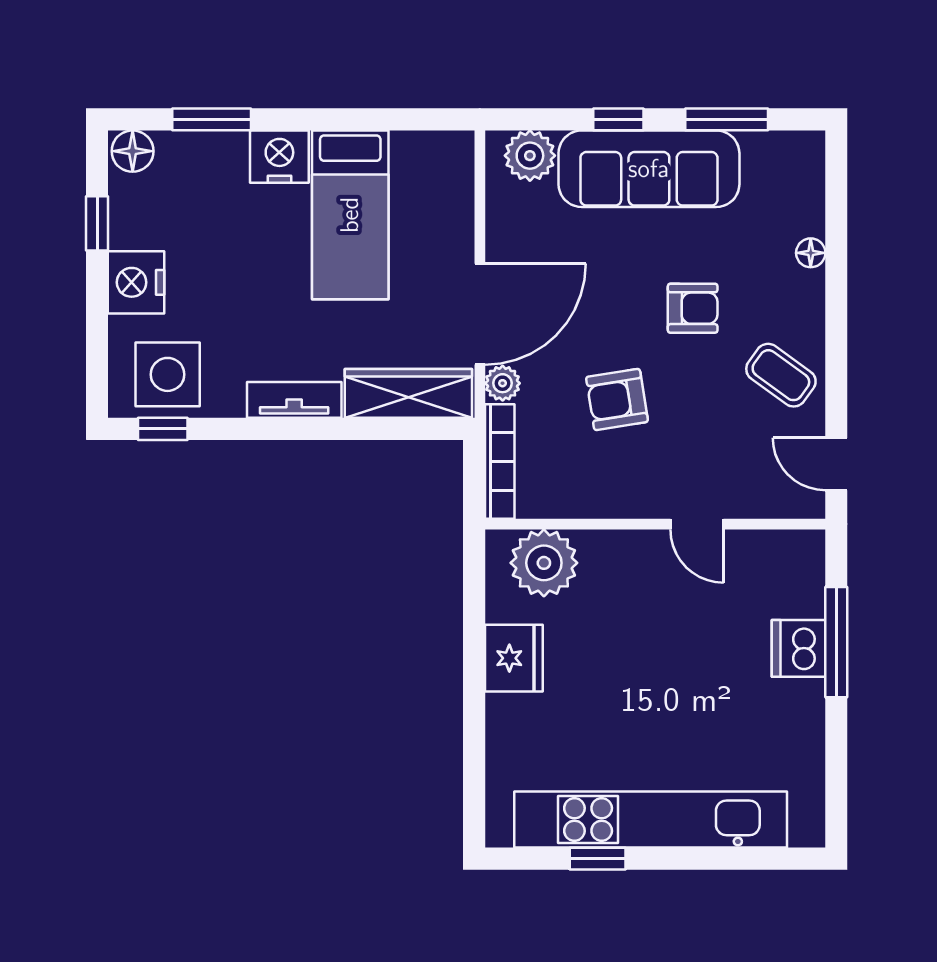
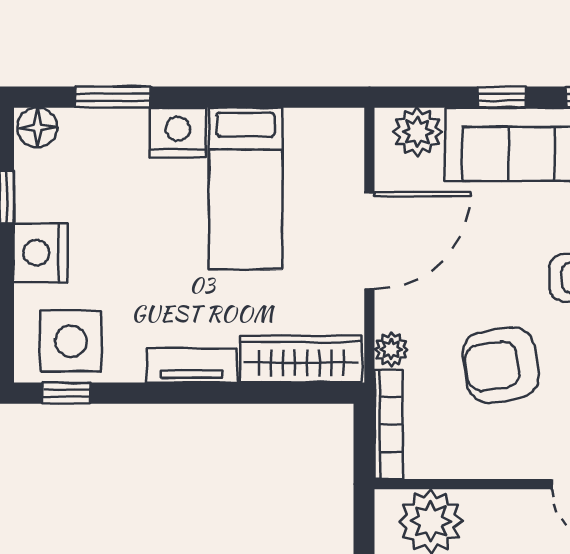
door: (480, 314) -> (369, 241), moved
armchair: (617, 399) -> (501, 365), width x1.38, depth x1.38

